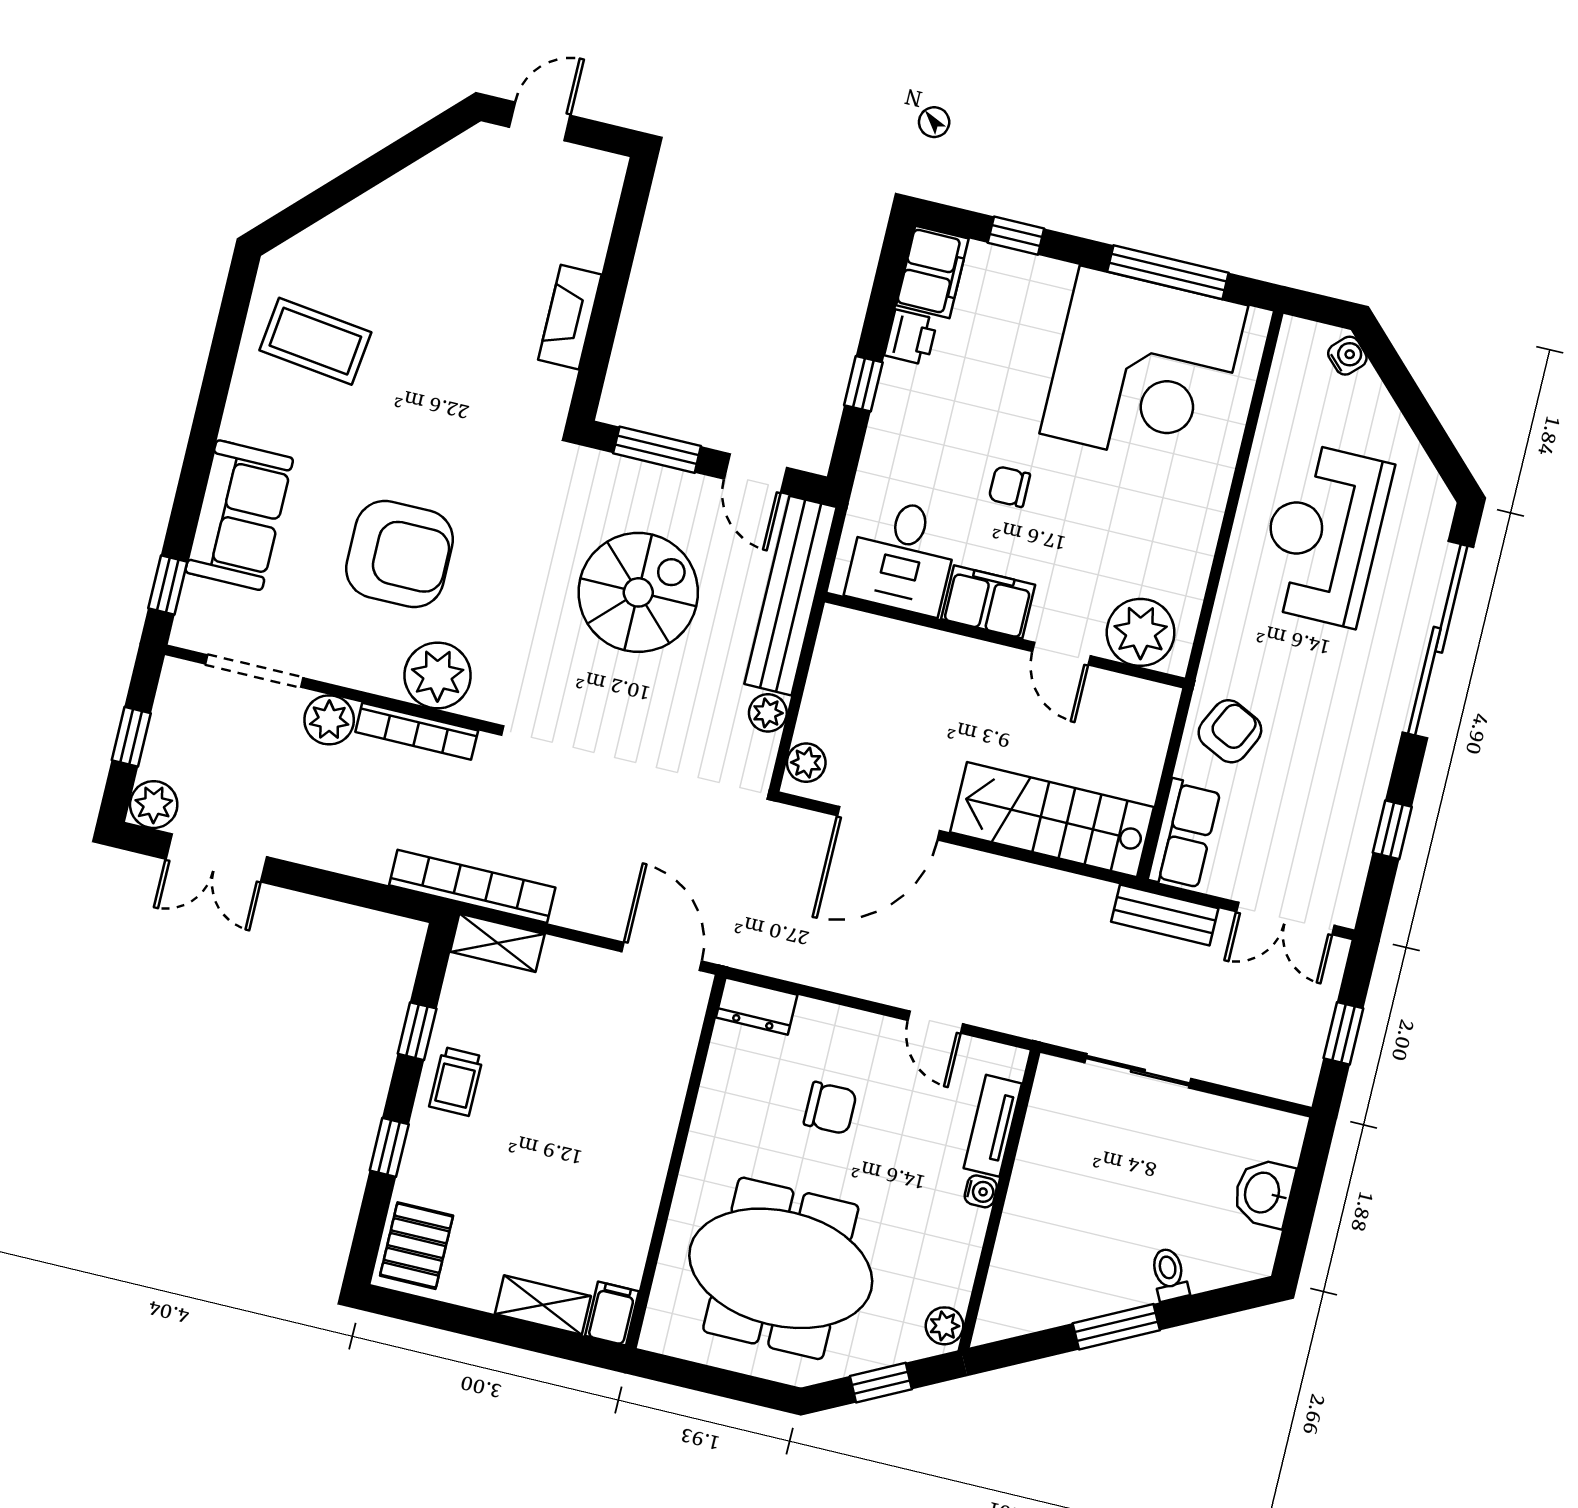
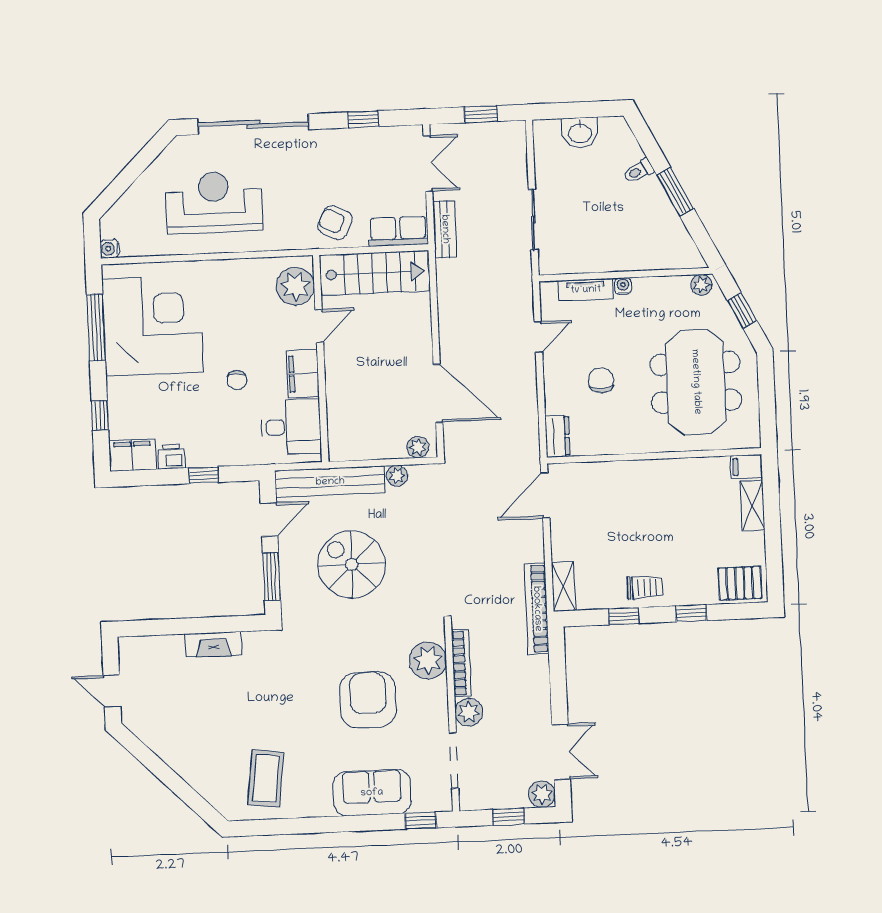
water cooler: (1347, 356) -> (110, 249), moved, turned -45
reception desk: (1323, 534) -> (214, 202), turned 180
stairs: (1052, 820) -> (375, 273), moved, turned -90

